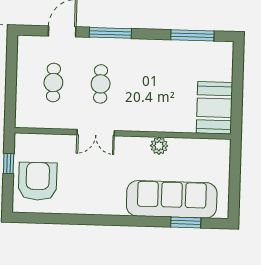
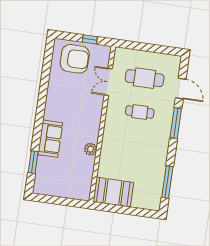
cafe table: (53, 83) -> (145, 78), width x1.37, depth x1.35
double door: (96, 133) -> (108, 82), moved
sofa: (172, 199) -> (50, 139), width x0.54, depth x0.79

